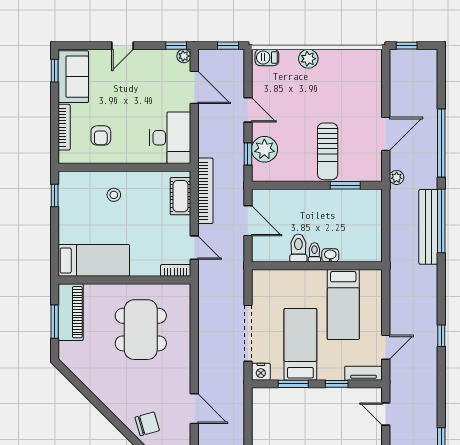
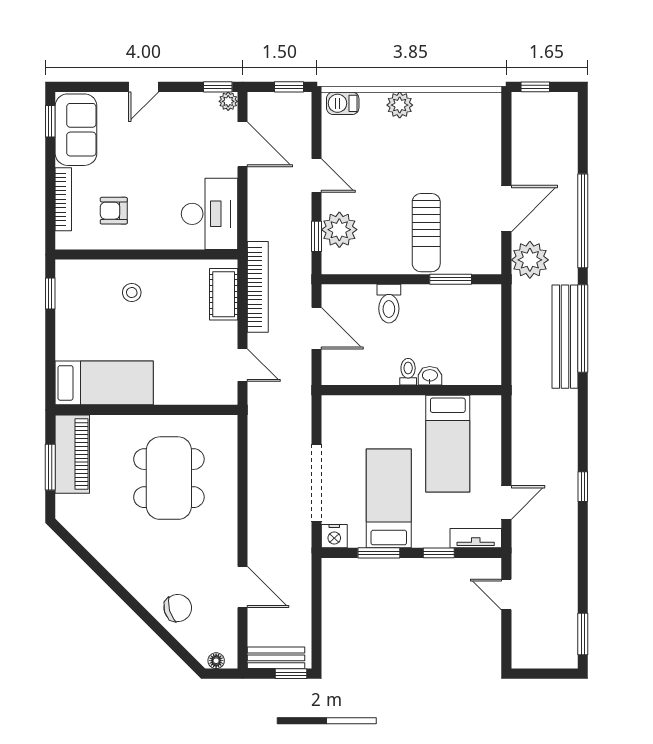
armchair: (101, 135) -> (114, 211), turned 90
plant: (397, 177) -> (530, 260), width x1.87, depth x1.87
toilet: (298, 248) -> (389, 304), moved, turned 180
bookcase: (176, 270) -> (217, 397), removed

